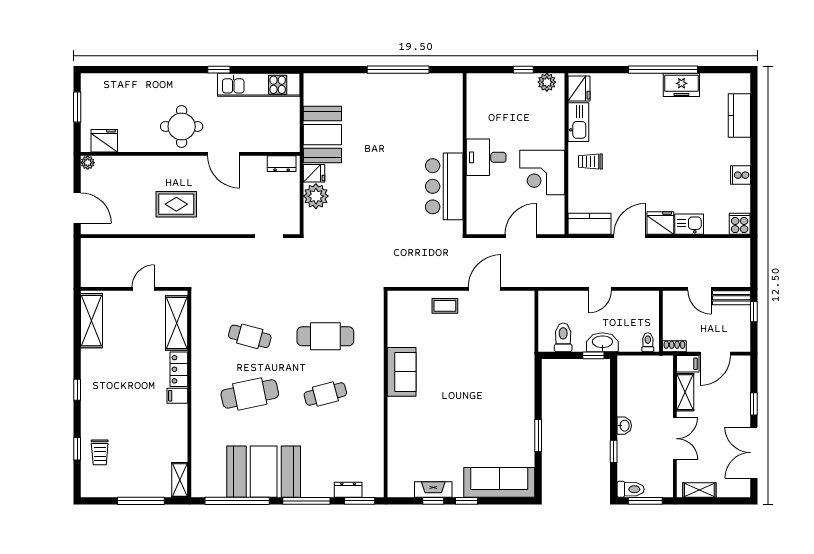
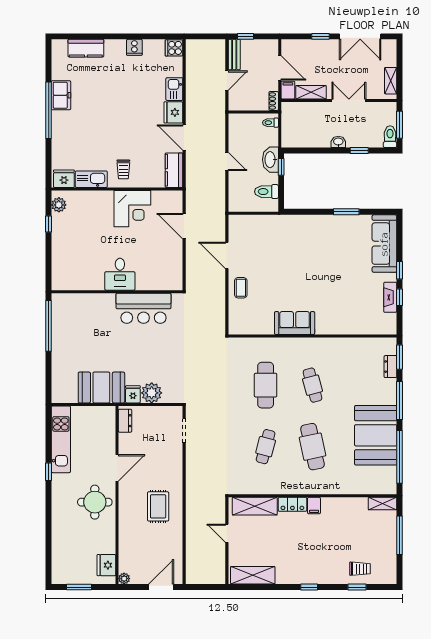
wall: (465, 154) -> (117, 292), moved
desk: (486, 157) -> (120, 274), moved
bar counter: (444, 186) -> (143, 308), moved

